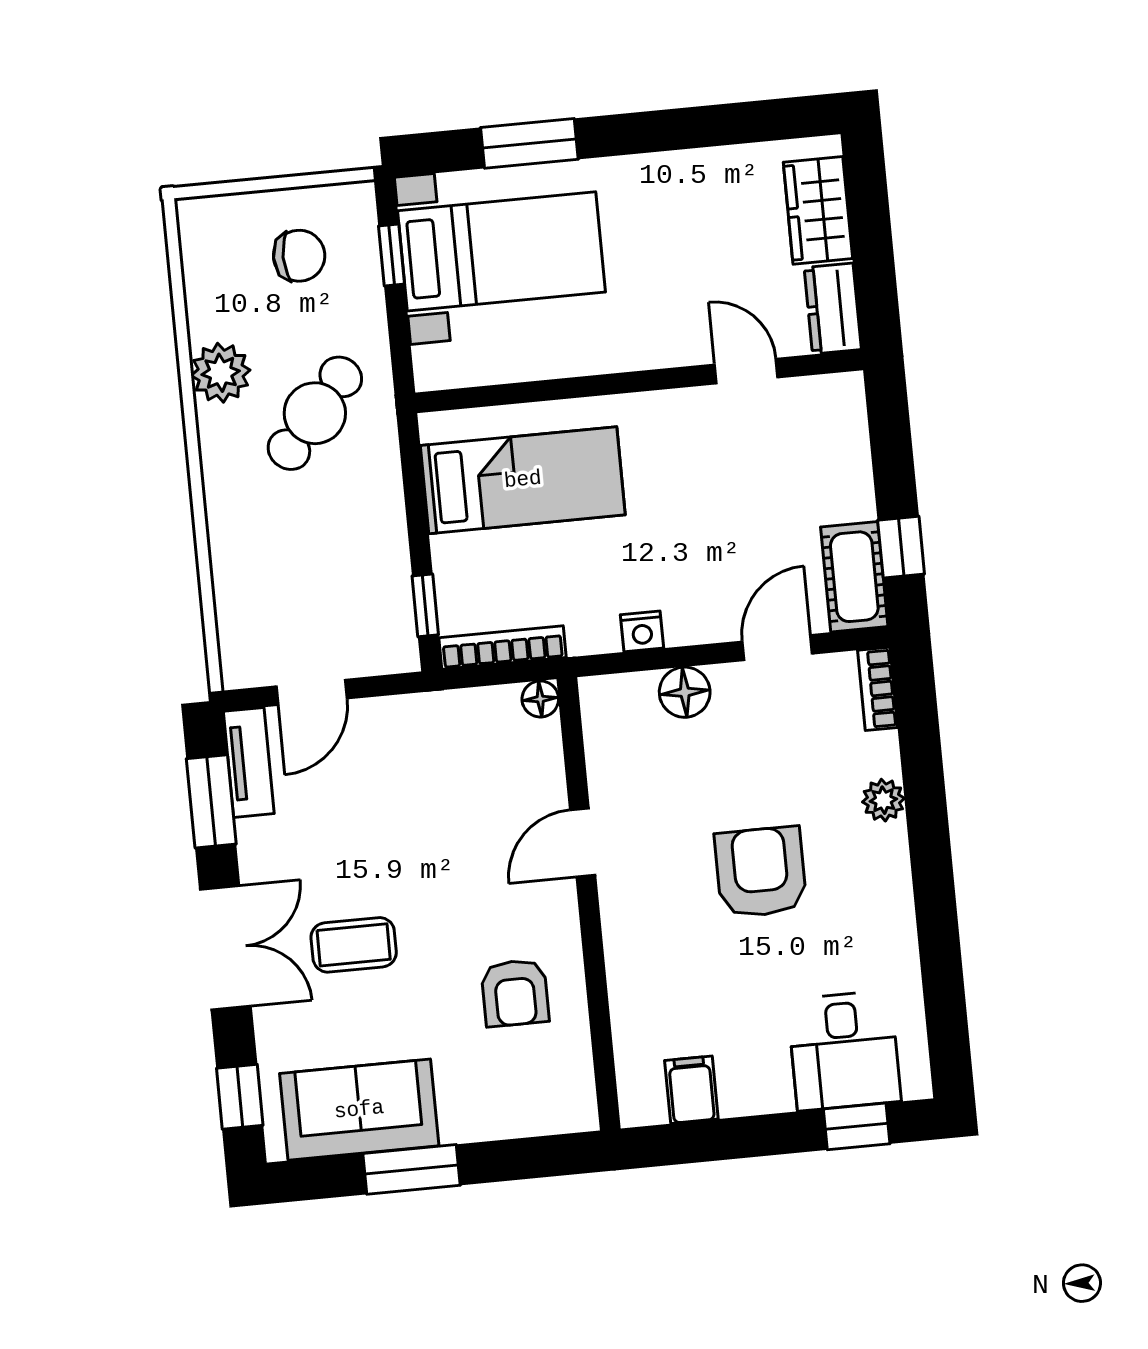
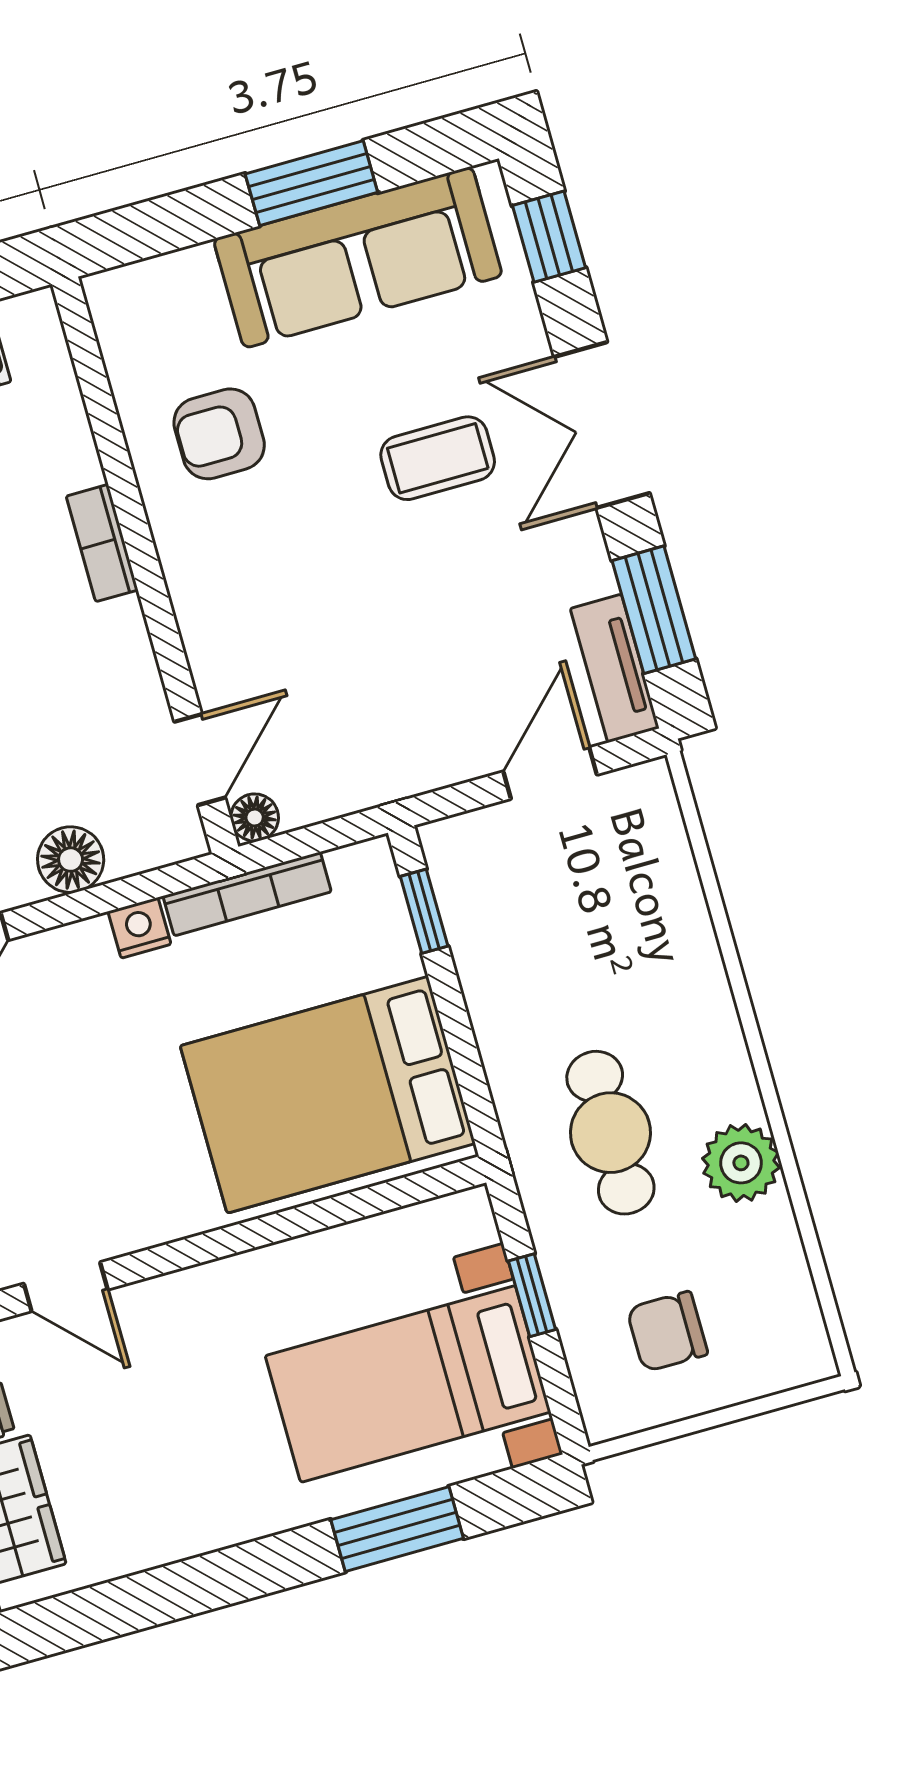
window: (392, 255) -> (532, 1295), moved
cafe table: (315, 413) -> (610, 1133), turned -41
bed: (523, 480) -> (328, 1095), width x1.50
bookcase: (502, 648) -> (247, 894), moved
door: (583, 843) -> (200, 760), moved
bookcase: (618, 926) -> (102, 543), added
armchair: (515, 993) -> (219, 434), turned -90
sofa: (359, 1110) -> (358, 257), width x1.36

